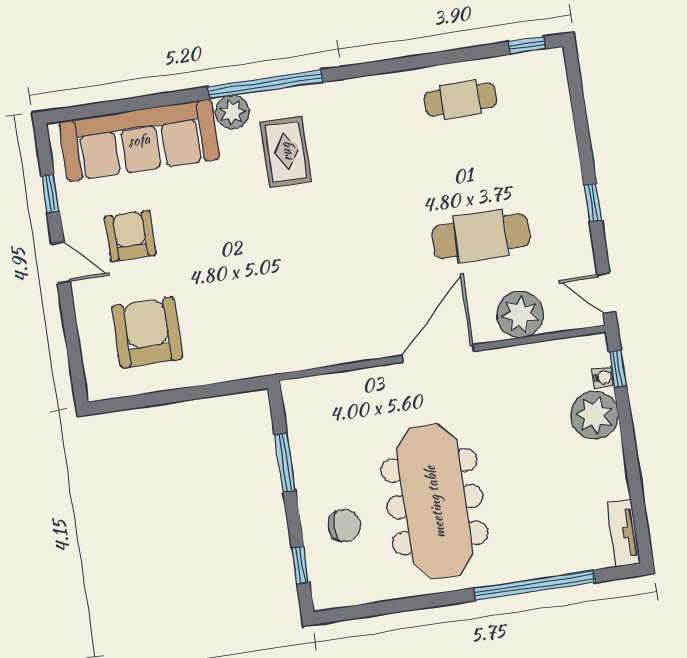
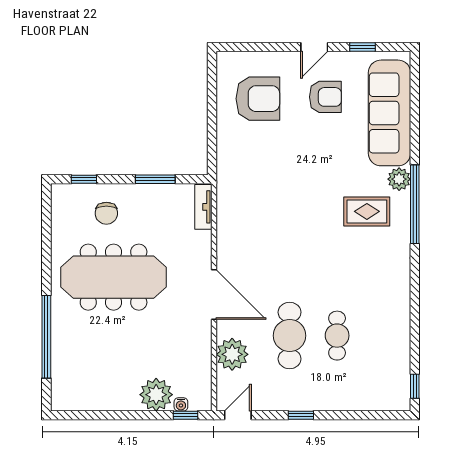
cafe table: (460, 99) -> (337, 336), moved
tv unit: (624, 533) -> (203, 207), moved, turned -90

